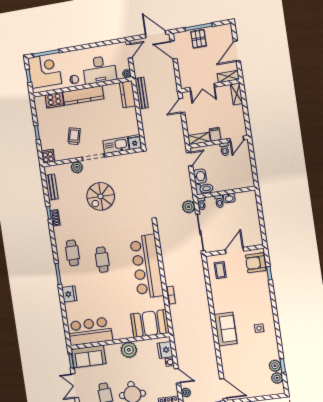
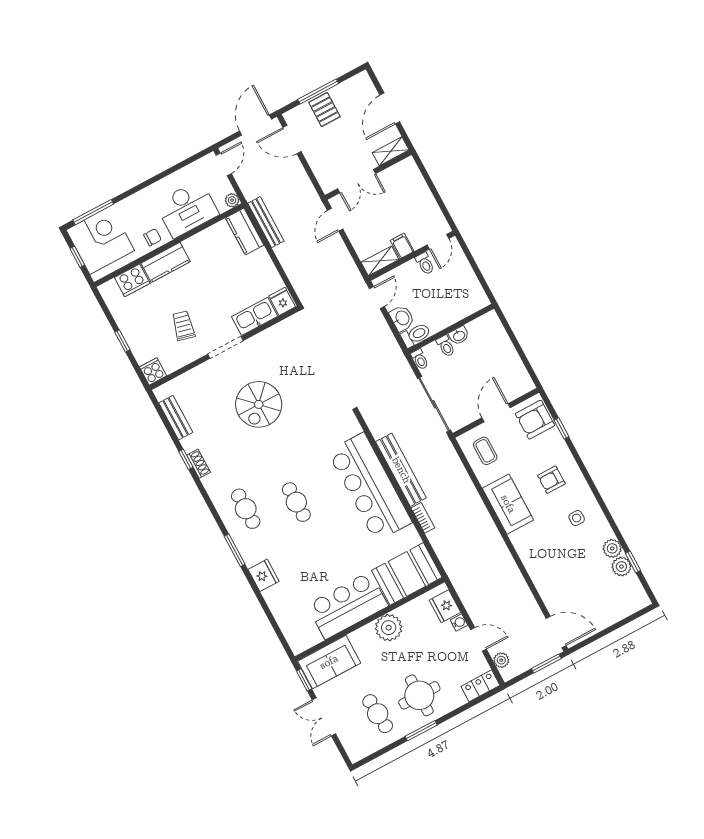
door: (156, 34) -> (256, 125), hinge flipped
shelving: (237, 94) -> (413, 173), removed
kitchen counter: (83, 95) -> (166, 262), width x0.67
plant: (77, 167) -> (205, 372), removed
plant: (189, 207) -> (402, 371), removed
bench: (168, 263) -> (401, 470), added
armchair: (253, 301) -> (551, 480), added
sofa: (226, 329) -> (508, 504), moved
bar counter: (90, 331) -> (348, 605), moved
plant: (277, 378) -> (612, 548), moved

